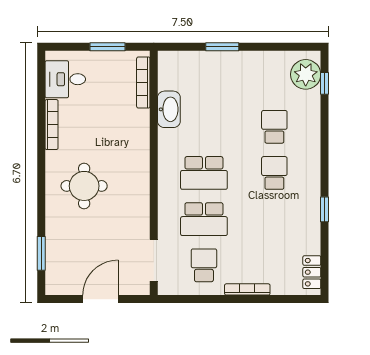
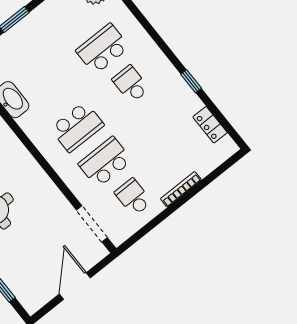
school desk: (274, 127) -> (103, 49), width x1.85
school desk: (204, 219) -> (105, 162), turned 180
locker: (312, 272) -> (210, 125), moved

